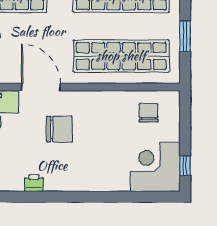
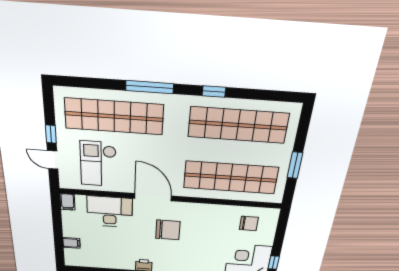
chair: (148, 113) -> (249, 223), turned 90

